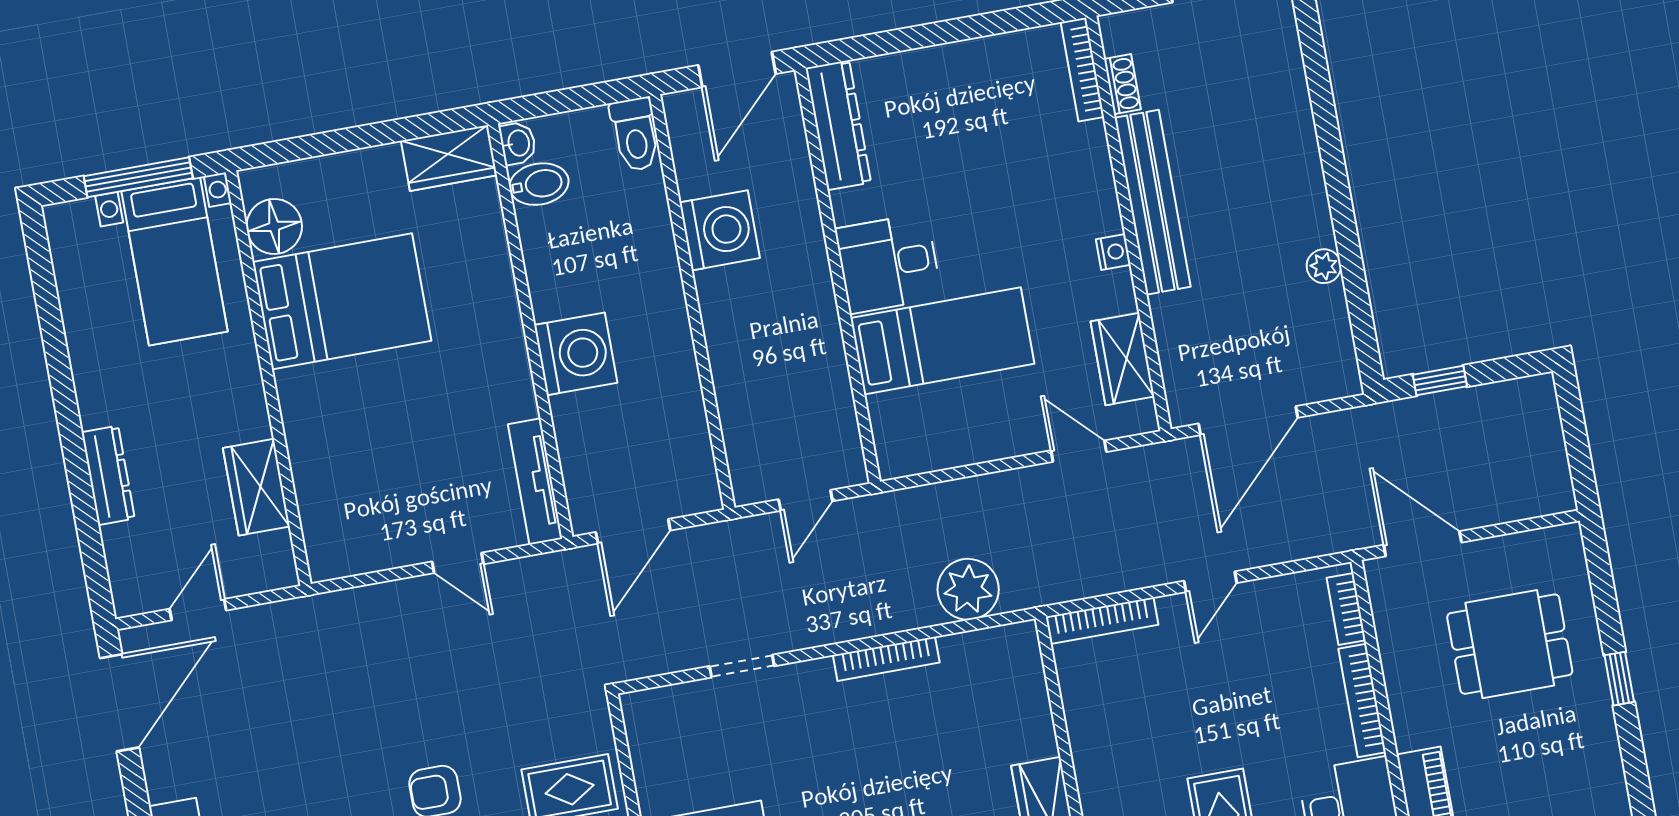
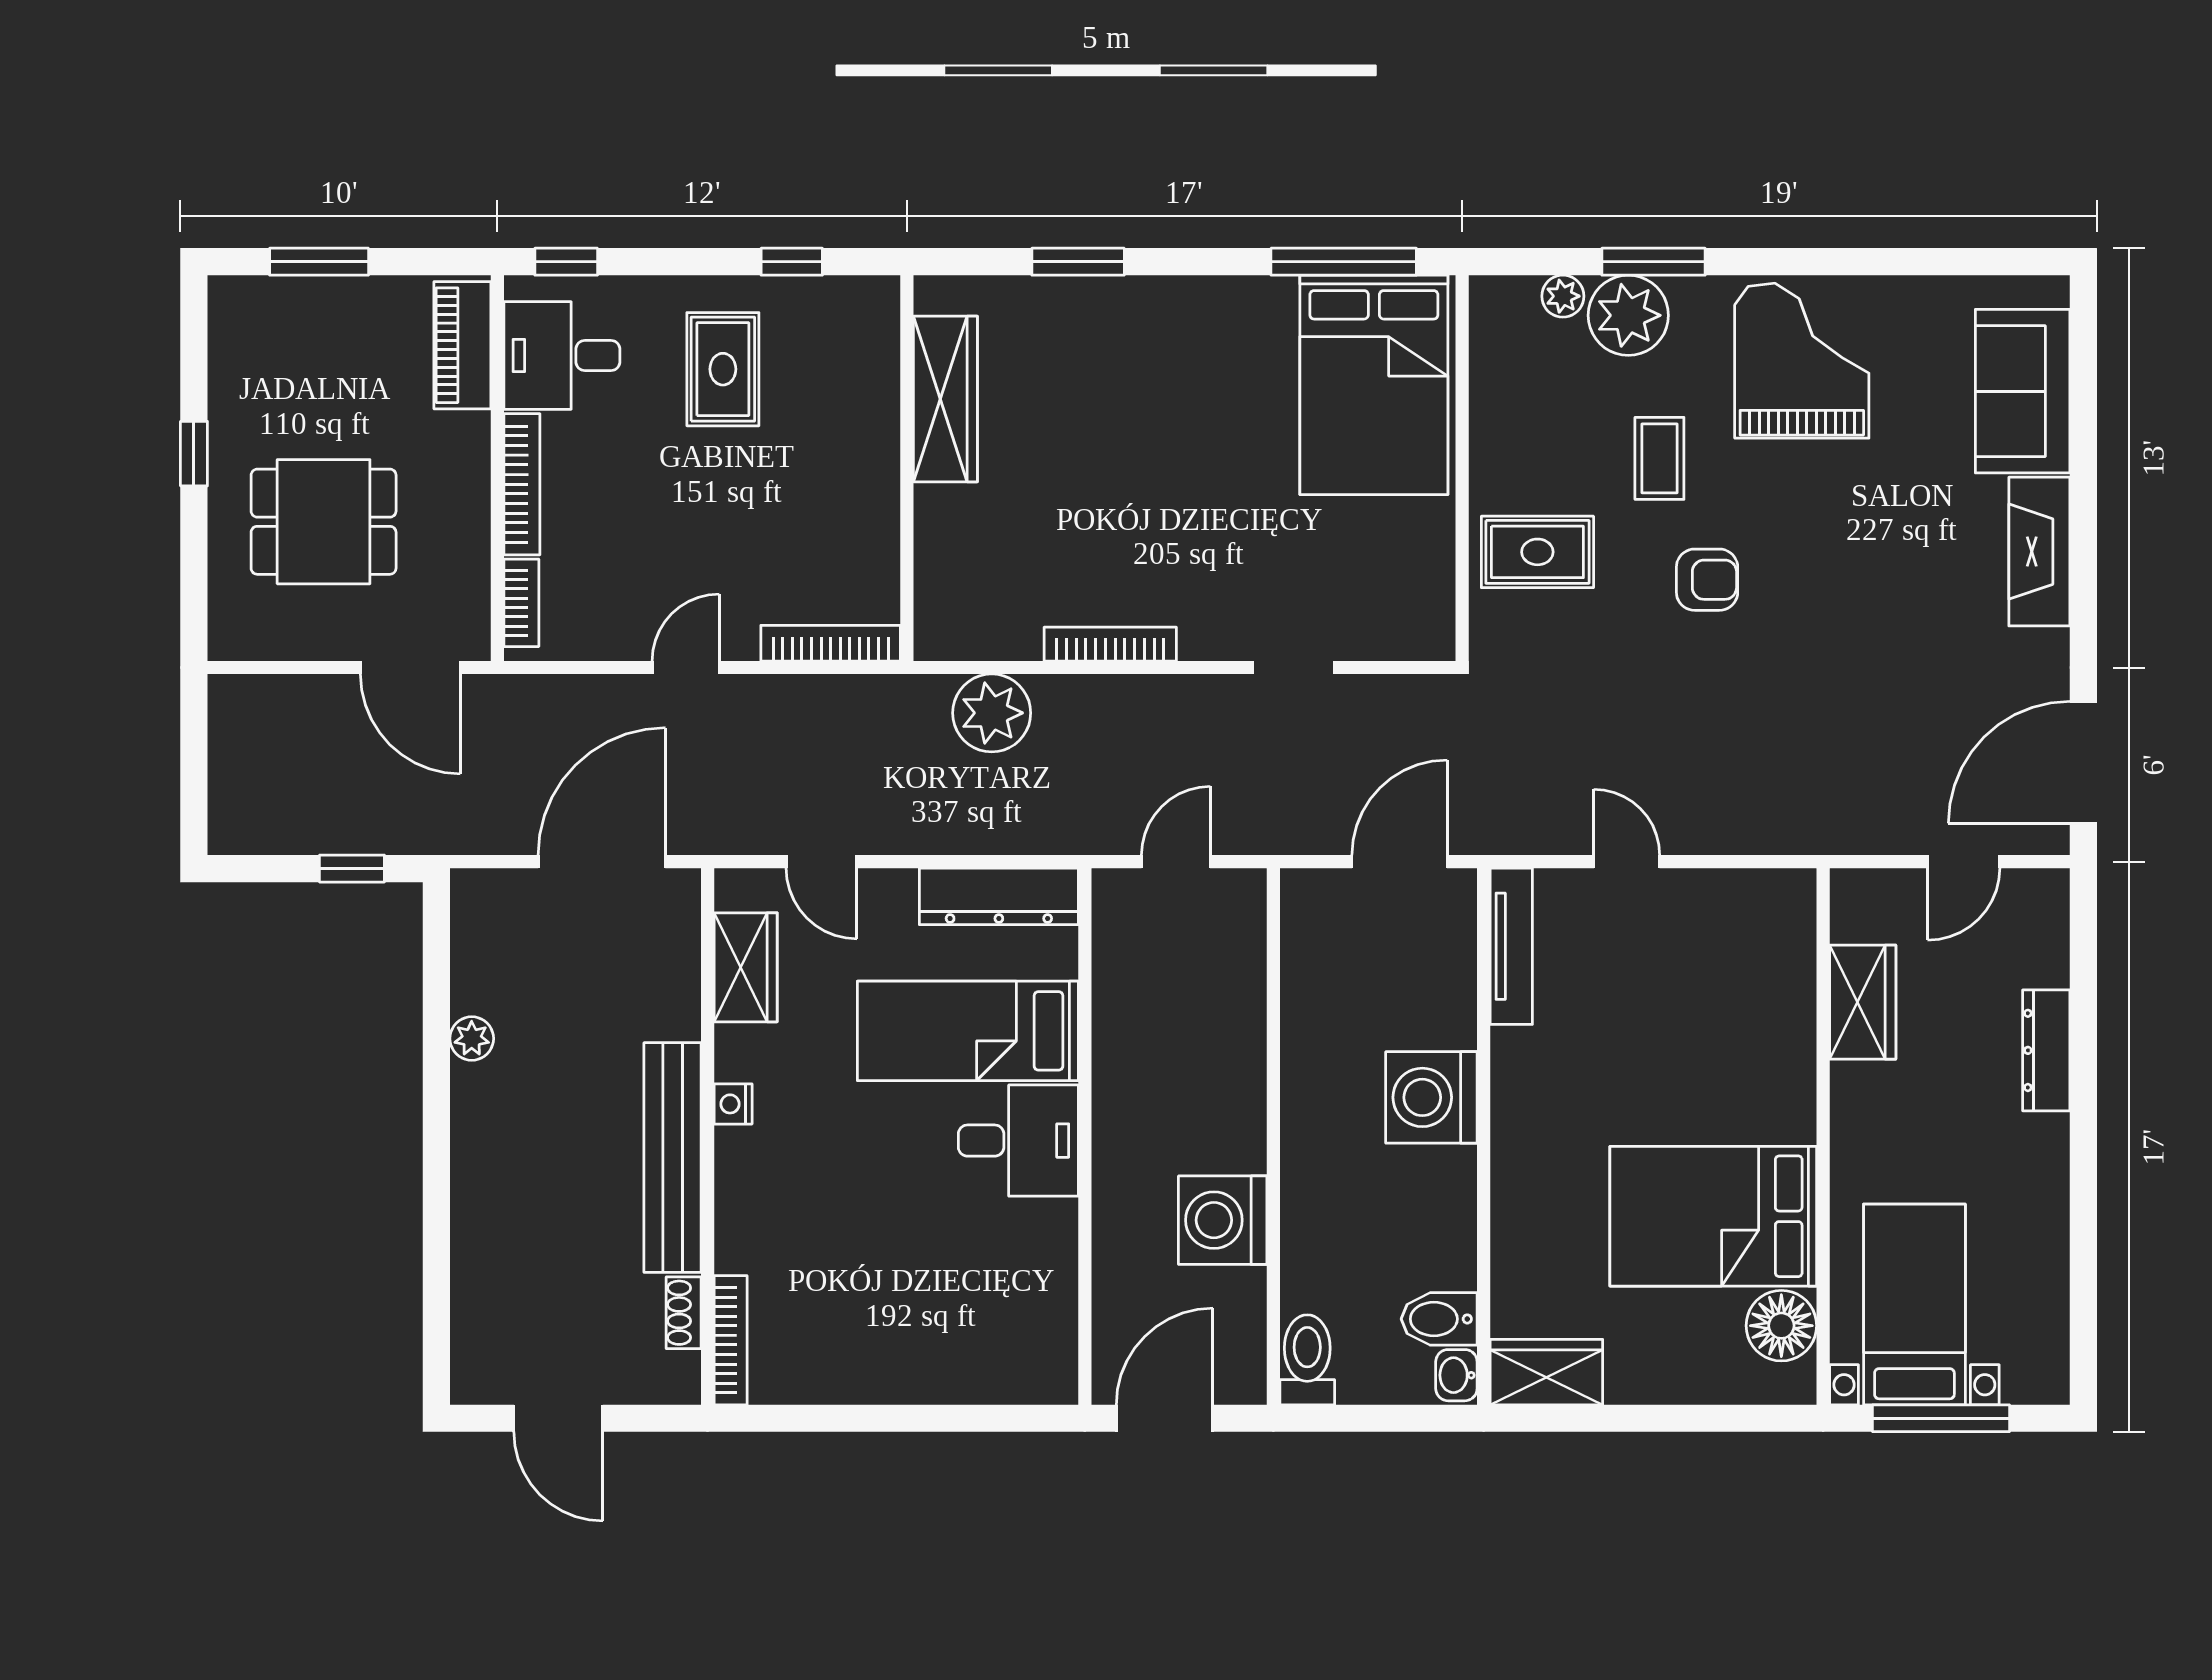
dresser: (838, 125) -> (999, 896), moved, turned -90

